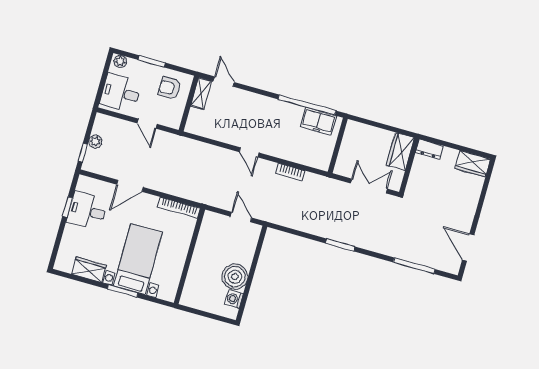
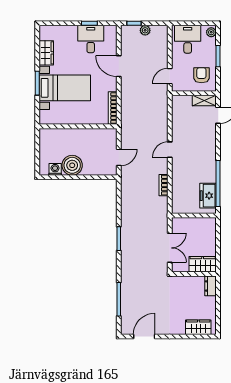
door: (147, 124) -> (170, 76), moved
wardrobe: (473, 164) -> (198, 327), moved, turned 90

